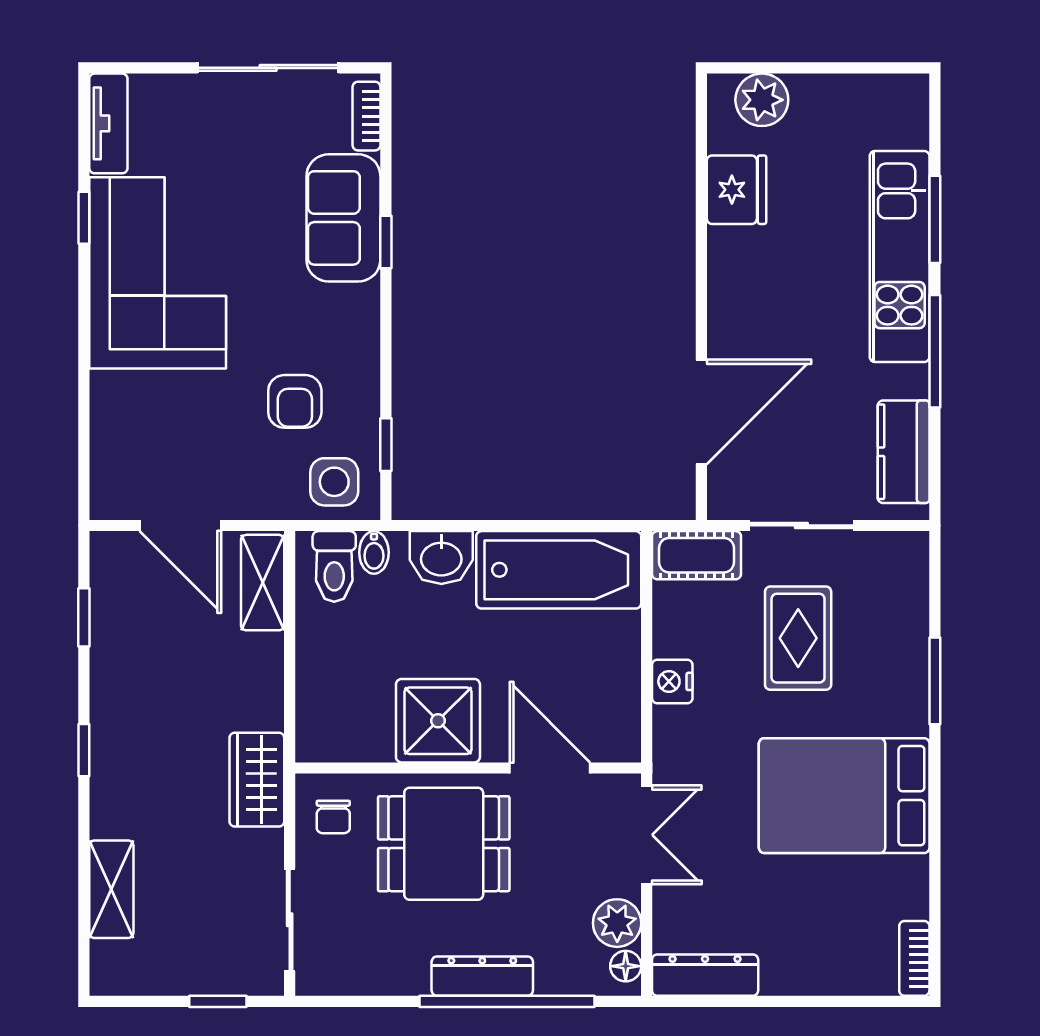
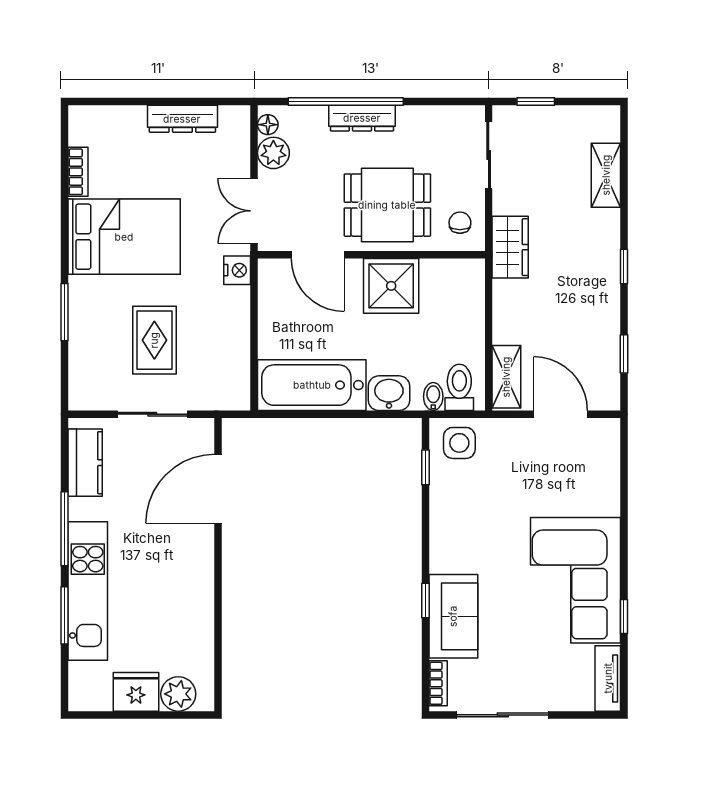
fridge: (737, 190) -> (136, 692), moved, turned 90
armchair: (295, 401) -> (485, 496), removed
cot: (697, 555) -> (221, 395), removed
nightstand: (672, 681) -> (237, 270), moved
bookcase: (914, 958) -> (78, 172), moved
dresser: (705, 975) -> (182, 119), moved

